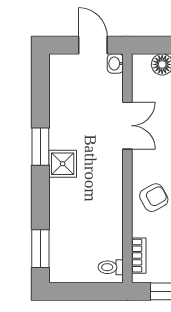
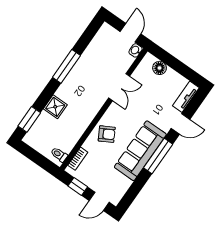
window: (40, 147) -> (66, 66), width x1.44
shower: (63, 164) -> (55, 107), moved

